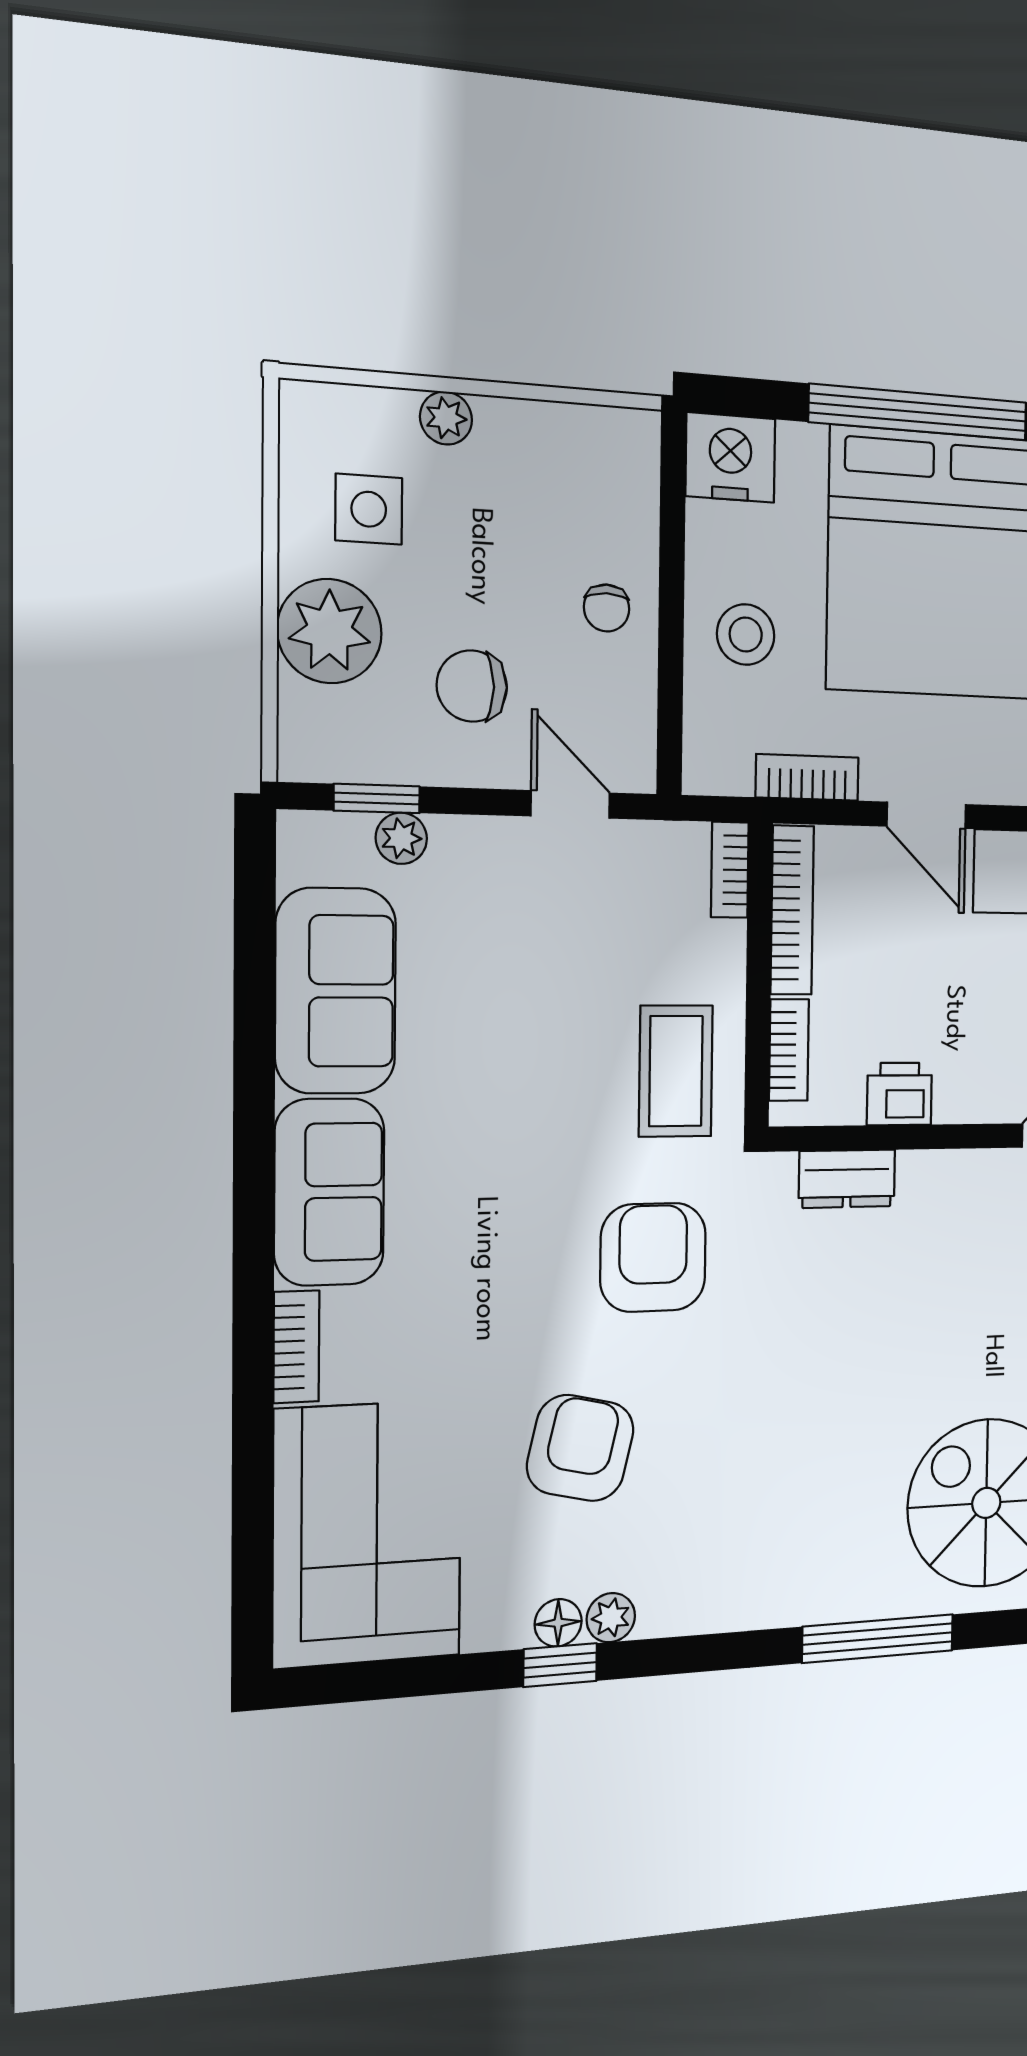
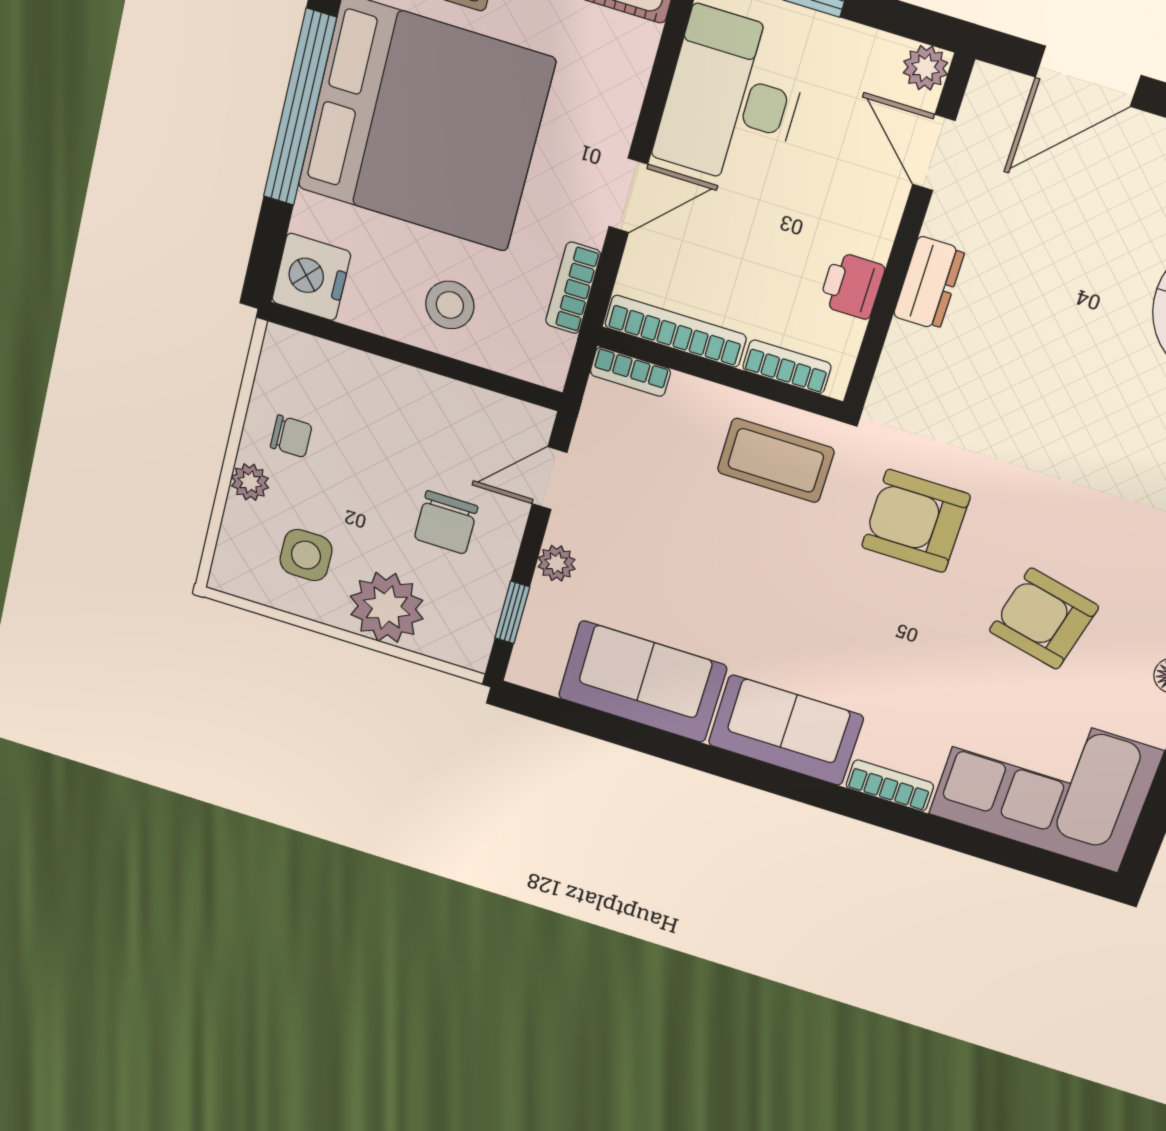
chair: (607, 608) -> (291, 436), moved
plant: (401, 838) -> (557, 563), moved
dresser: (847, 1179) -> (929, 283), moved

